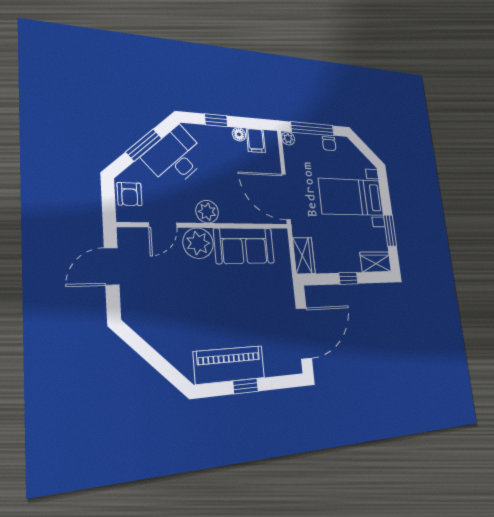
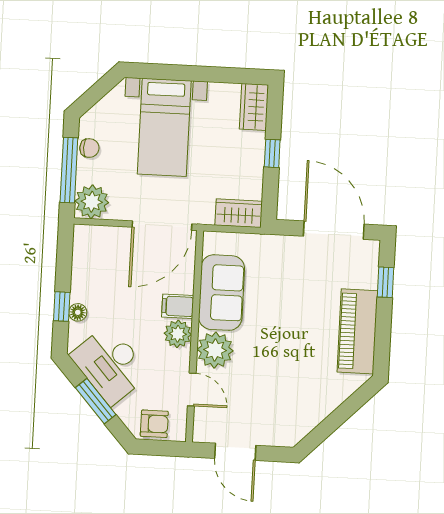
floor lamp: (239, 134) -> (78, 312), moved
plant: (288, 138) -> (92, 202), width x1.87, depth x1.87
filing cabinet: (256, 141) -> (178, 306), moved, turned 180
window: (390, 231) -> (213, 74), removed
window: (246, 386) -> (385, 282), moved

